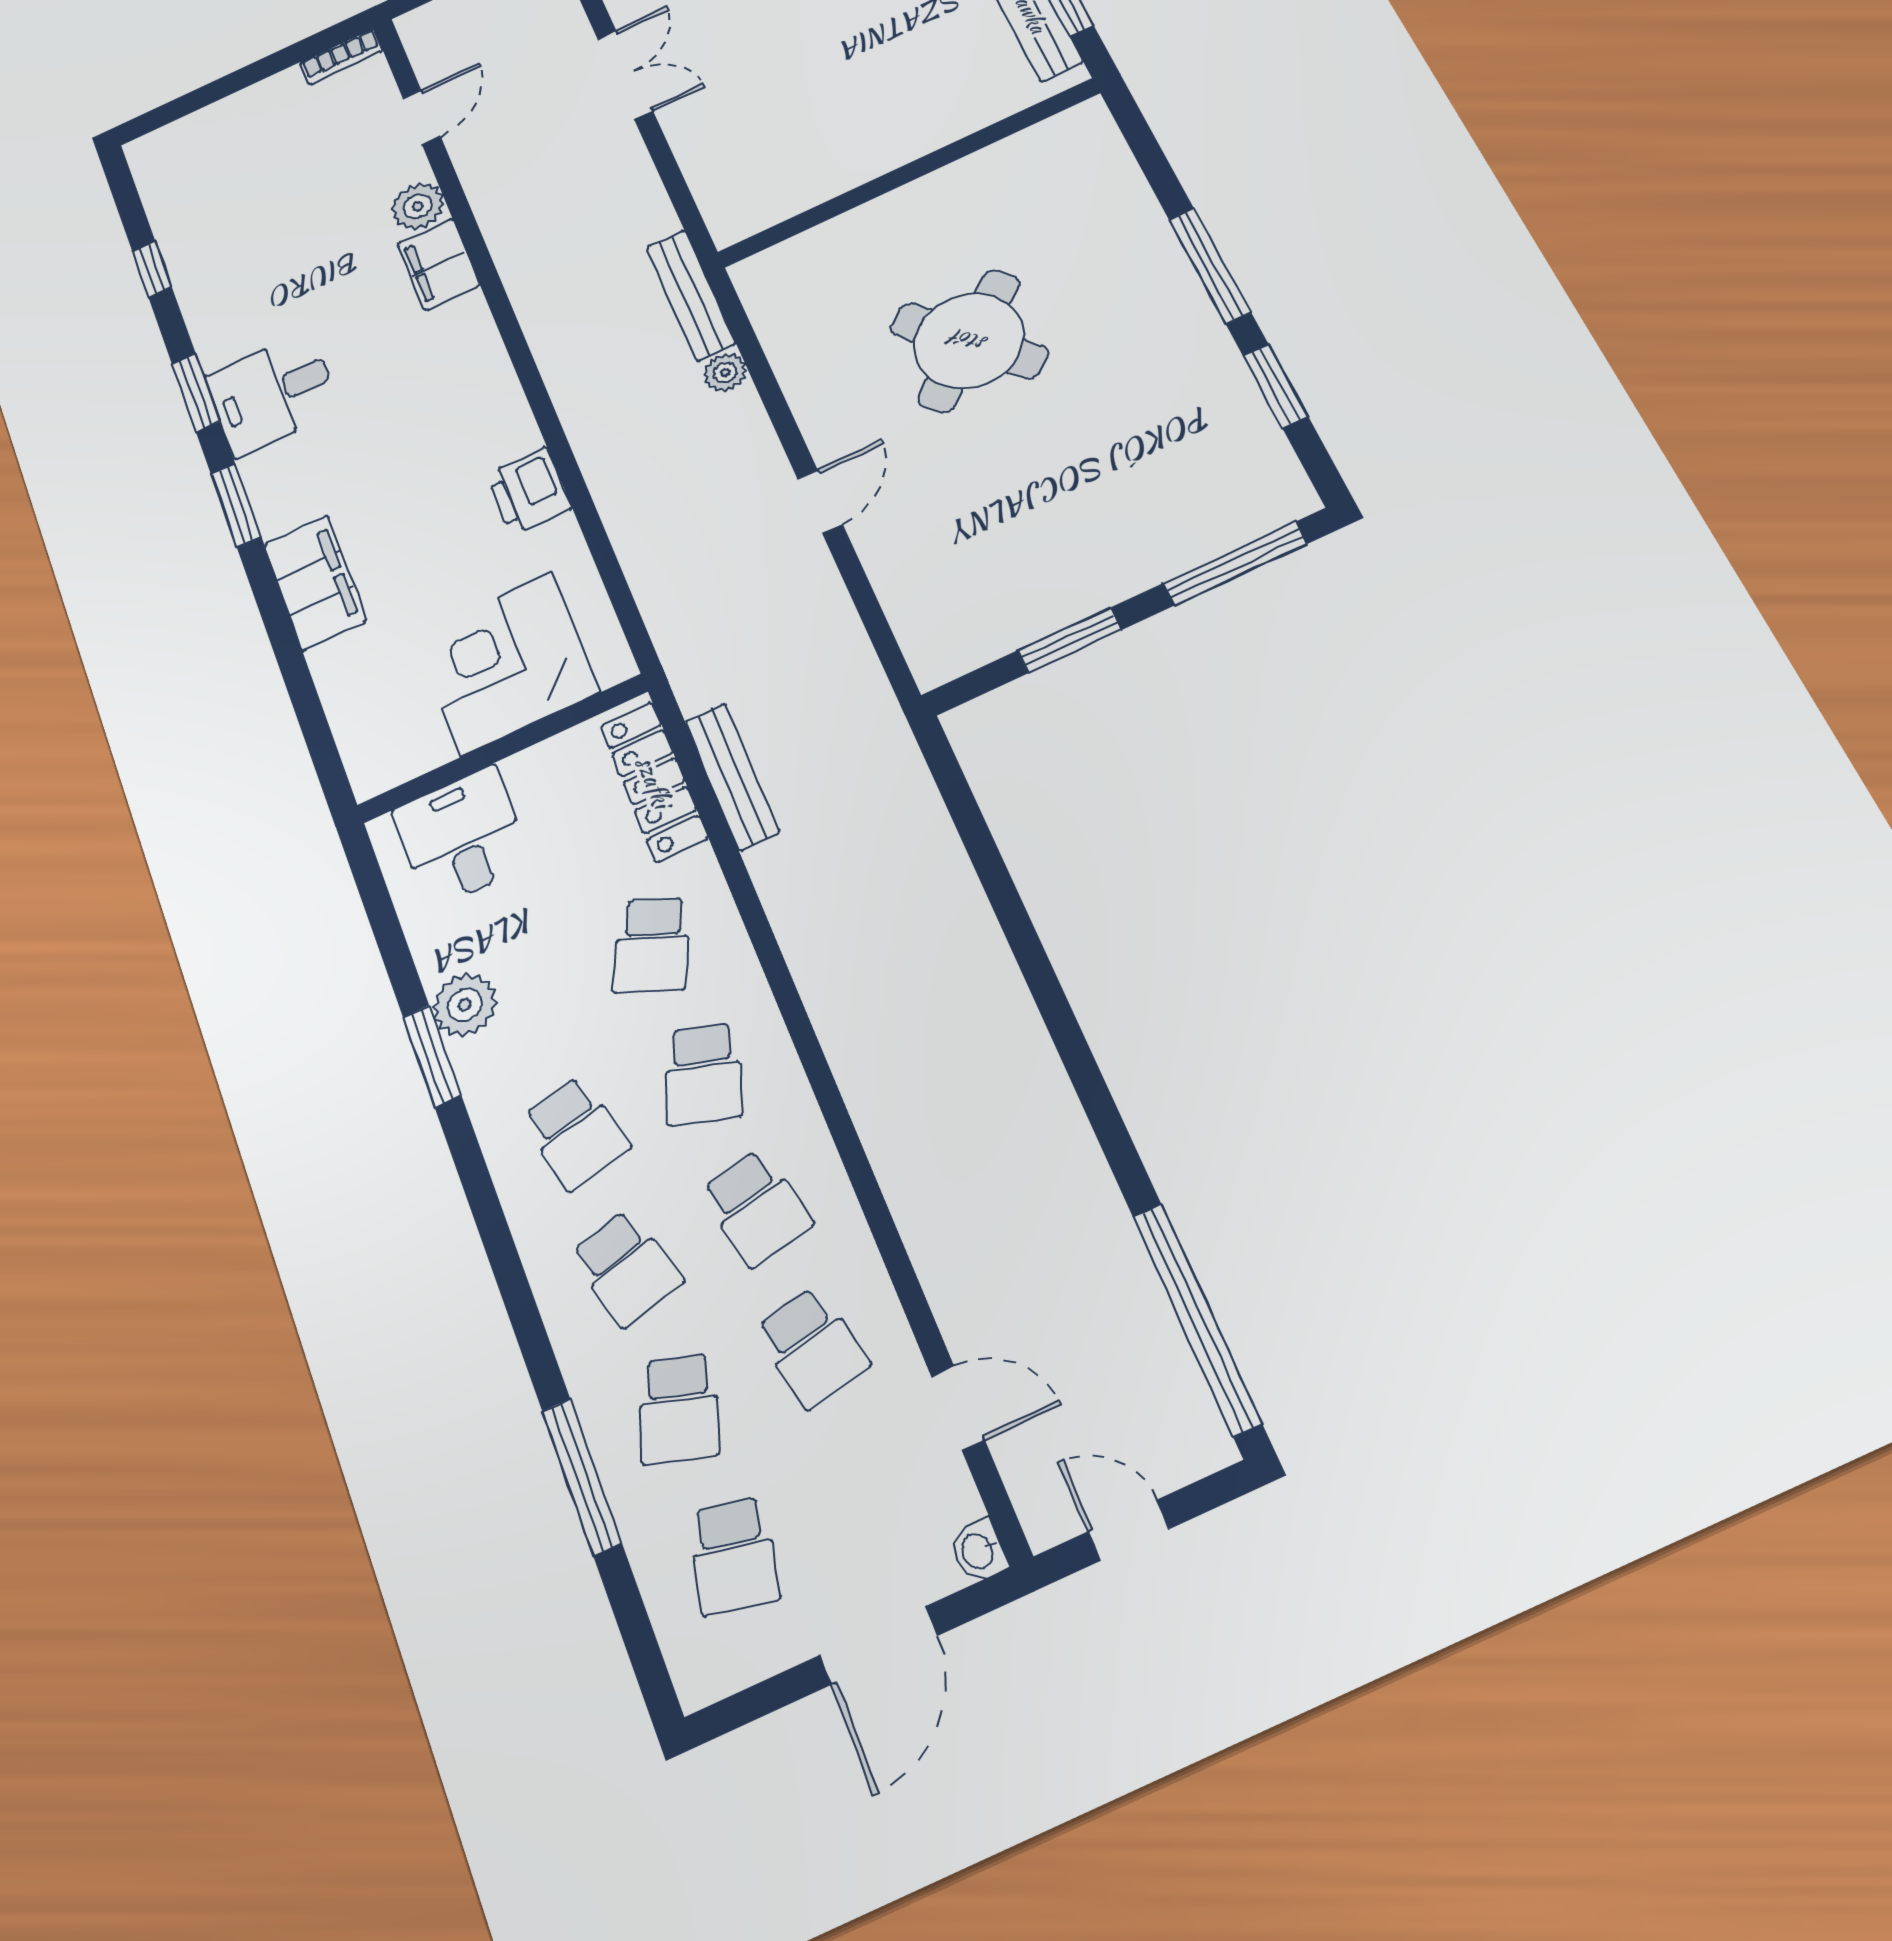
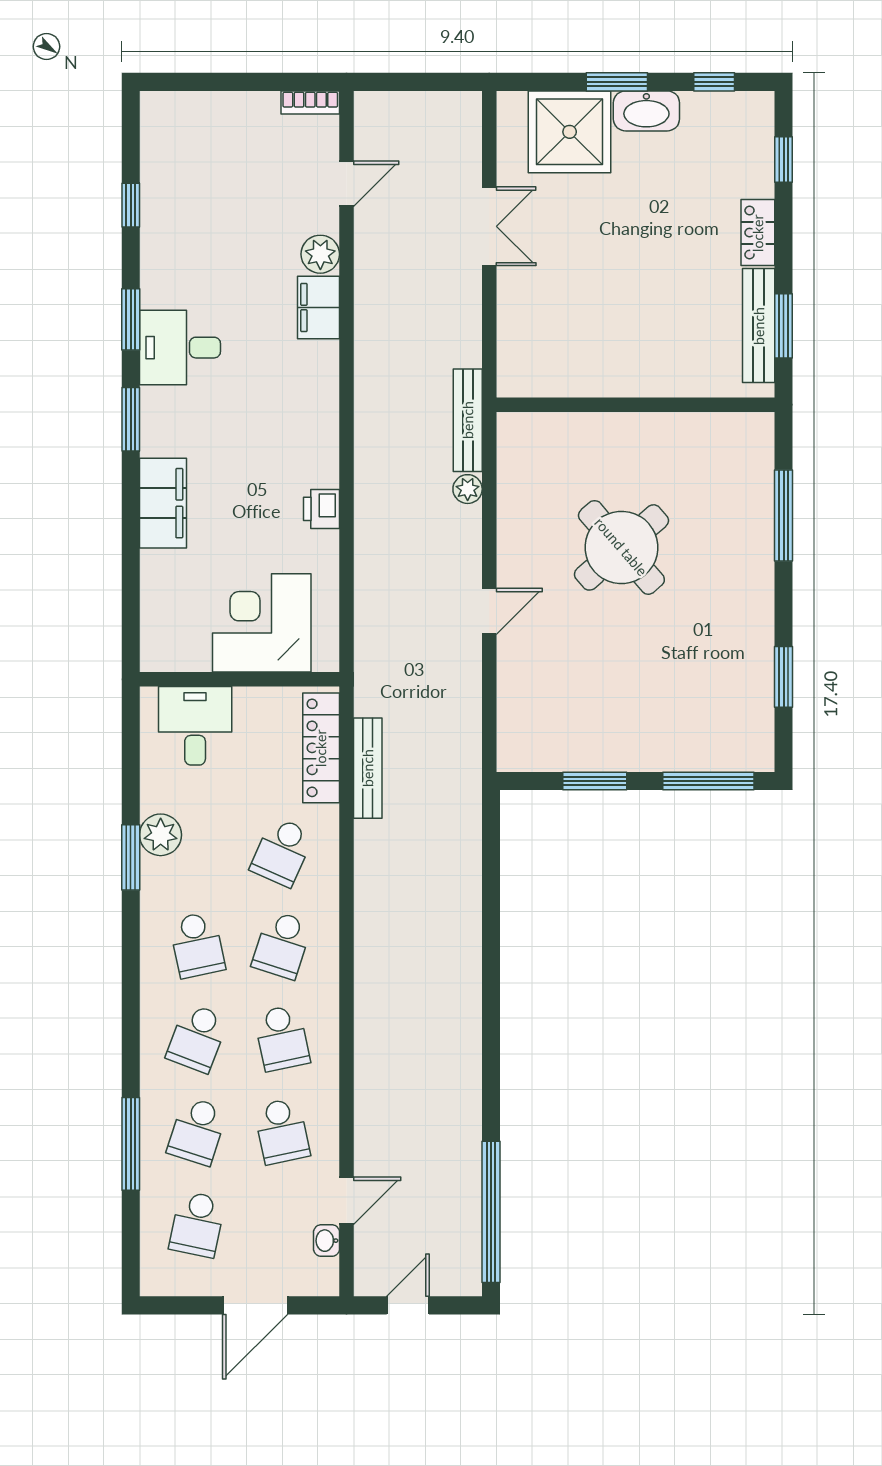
window: (1210, 266) -> (784, 515), moved
printer: (529, 491) -> (322, 509), width x0.73, depth x0.81
school desk: (626, 1268) -> (197, 1038), turned 36
door: (958, 1408) -> (347, 1201), hinge flipped
door: (1129, 1530) -> (408, 1305), hinge flipped
washbasin: (978, 1551) -> (327, 1241), moved

